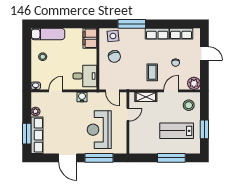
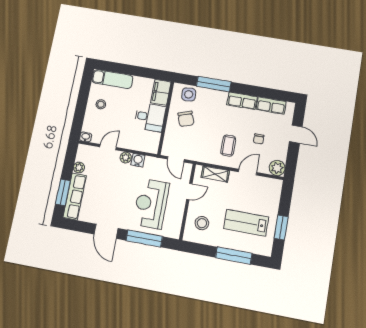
desk: (85, 76) -> (150, 117), moved
plant: (72, 97) -> (126, 158), added
stool: (189, 105) -> (202, 223), moved

